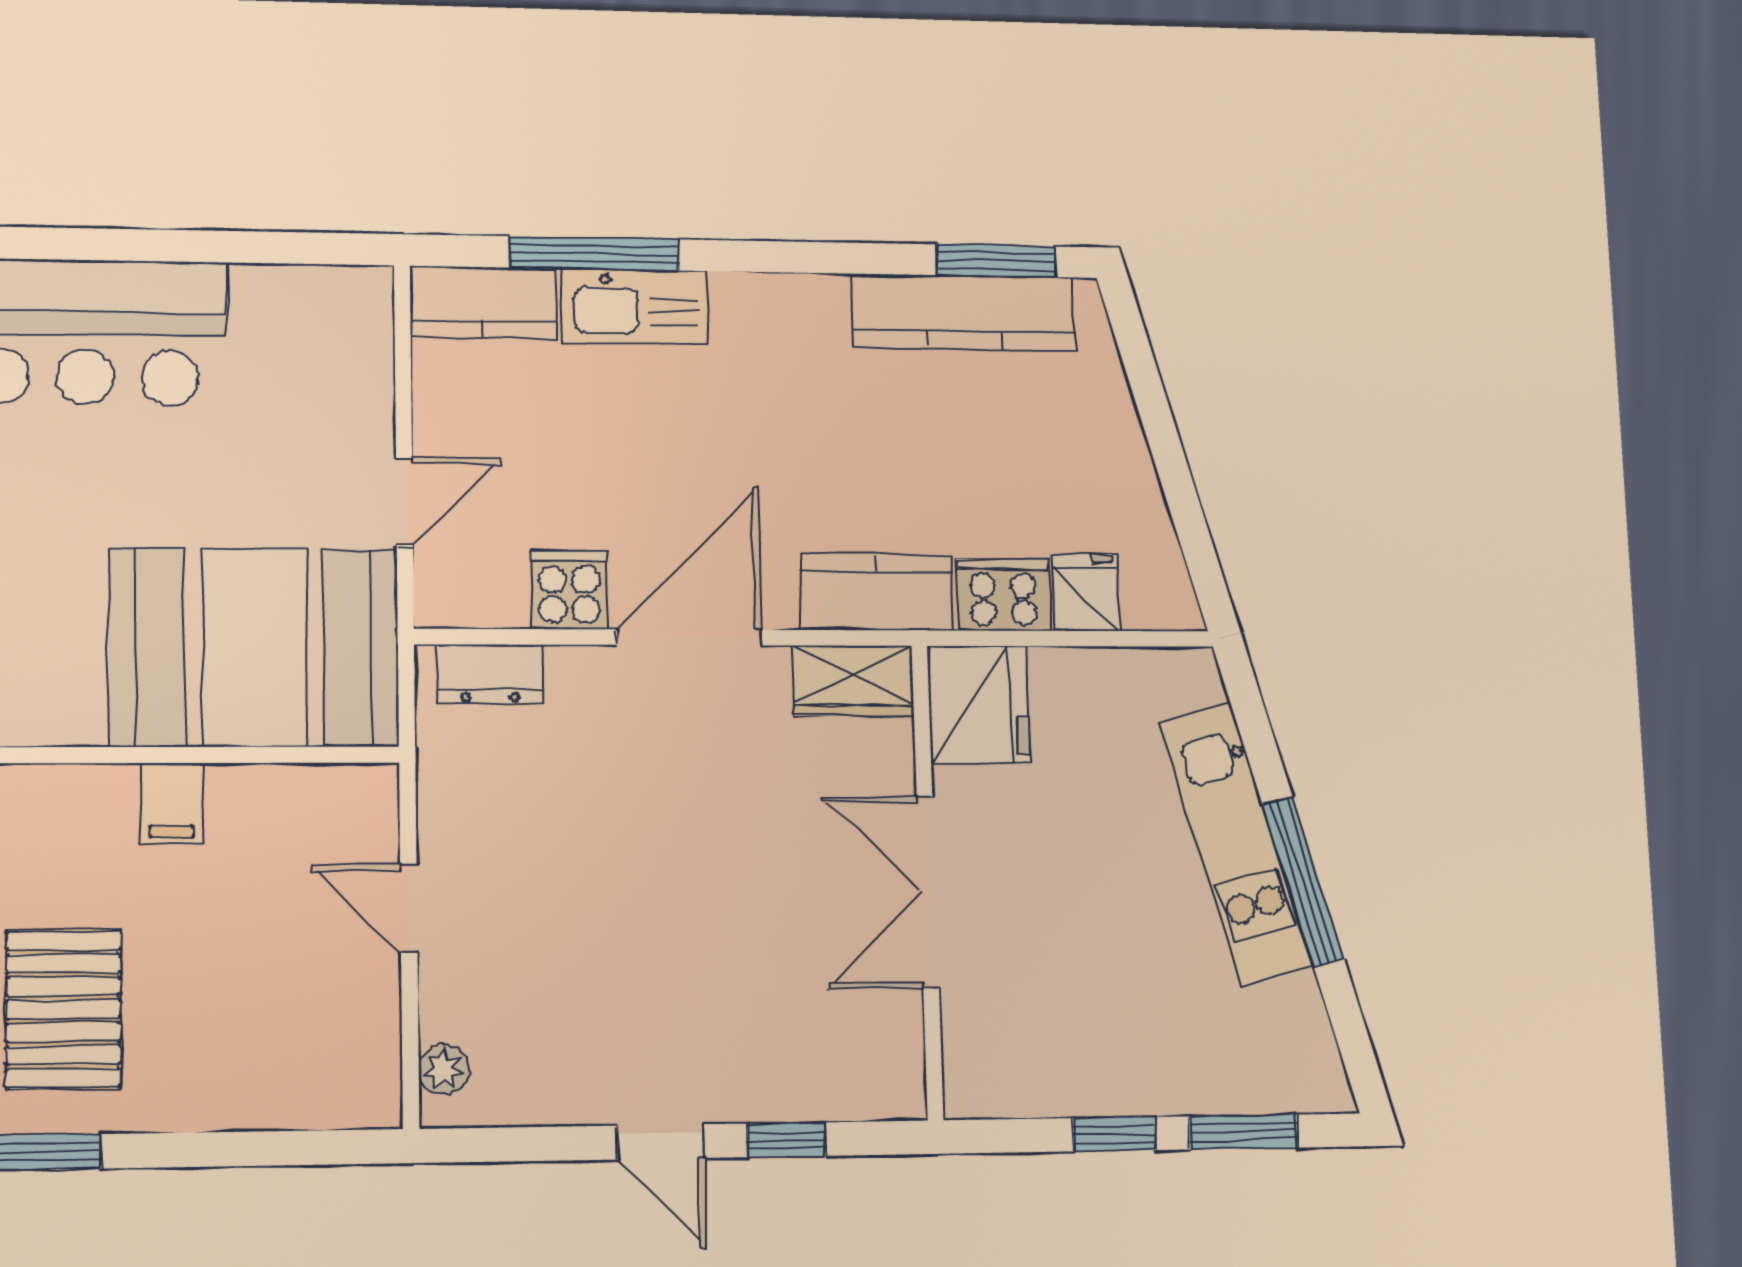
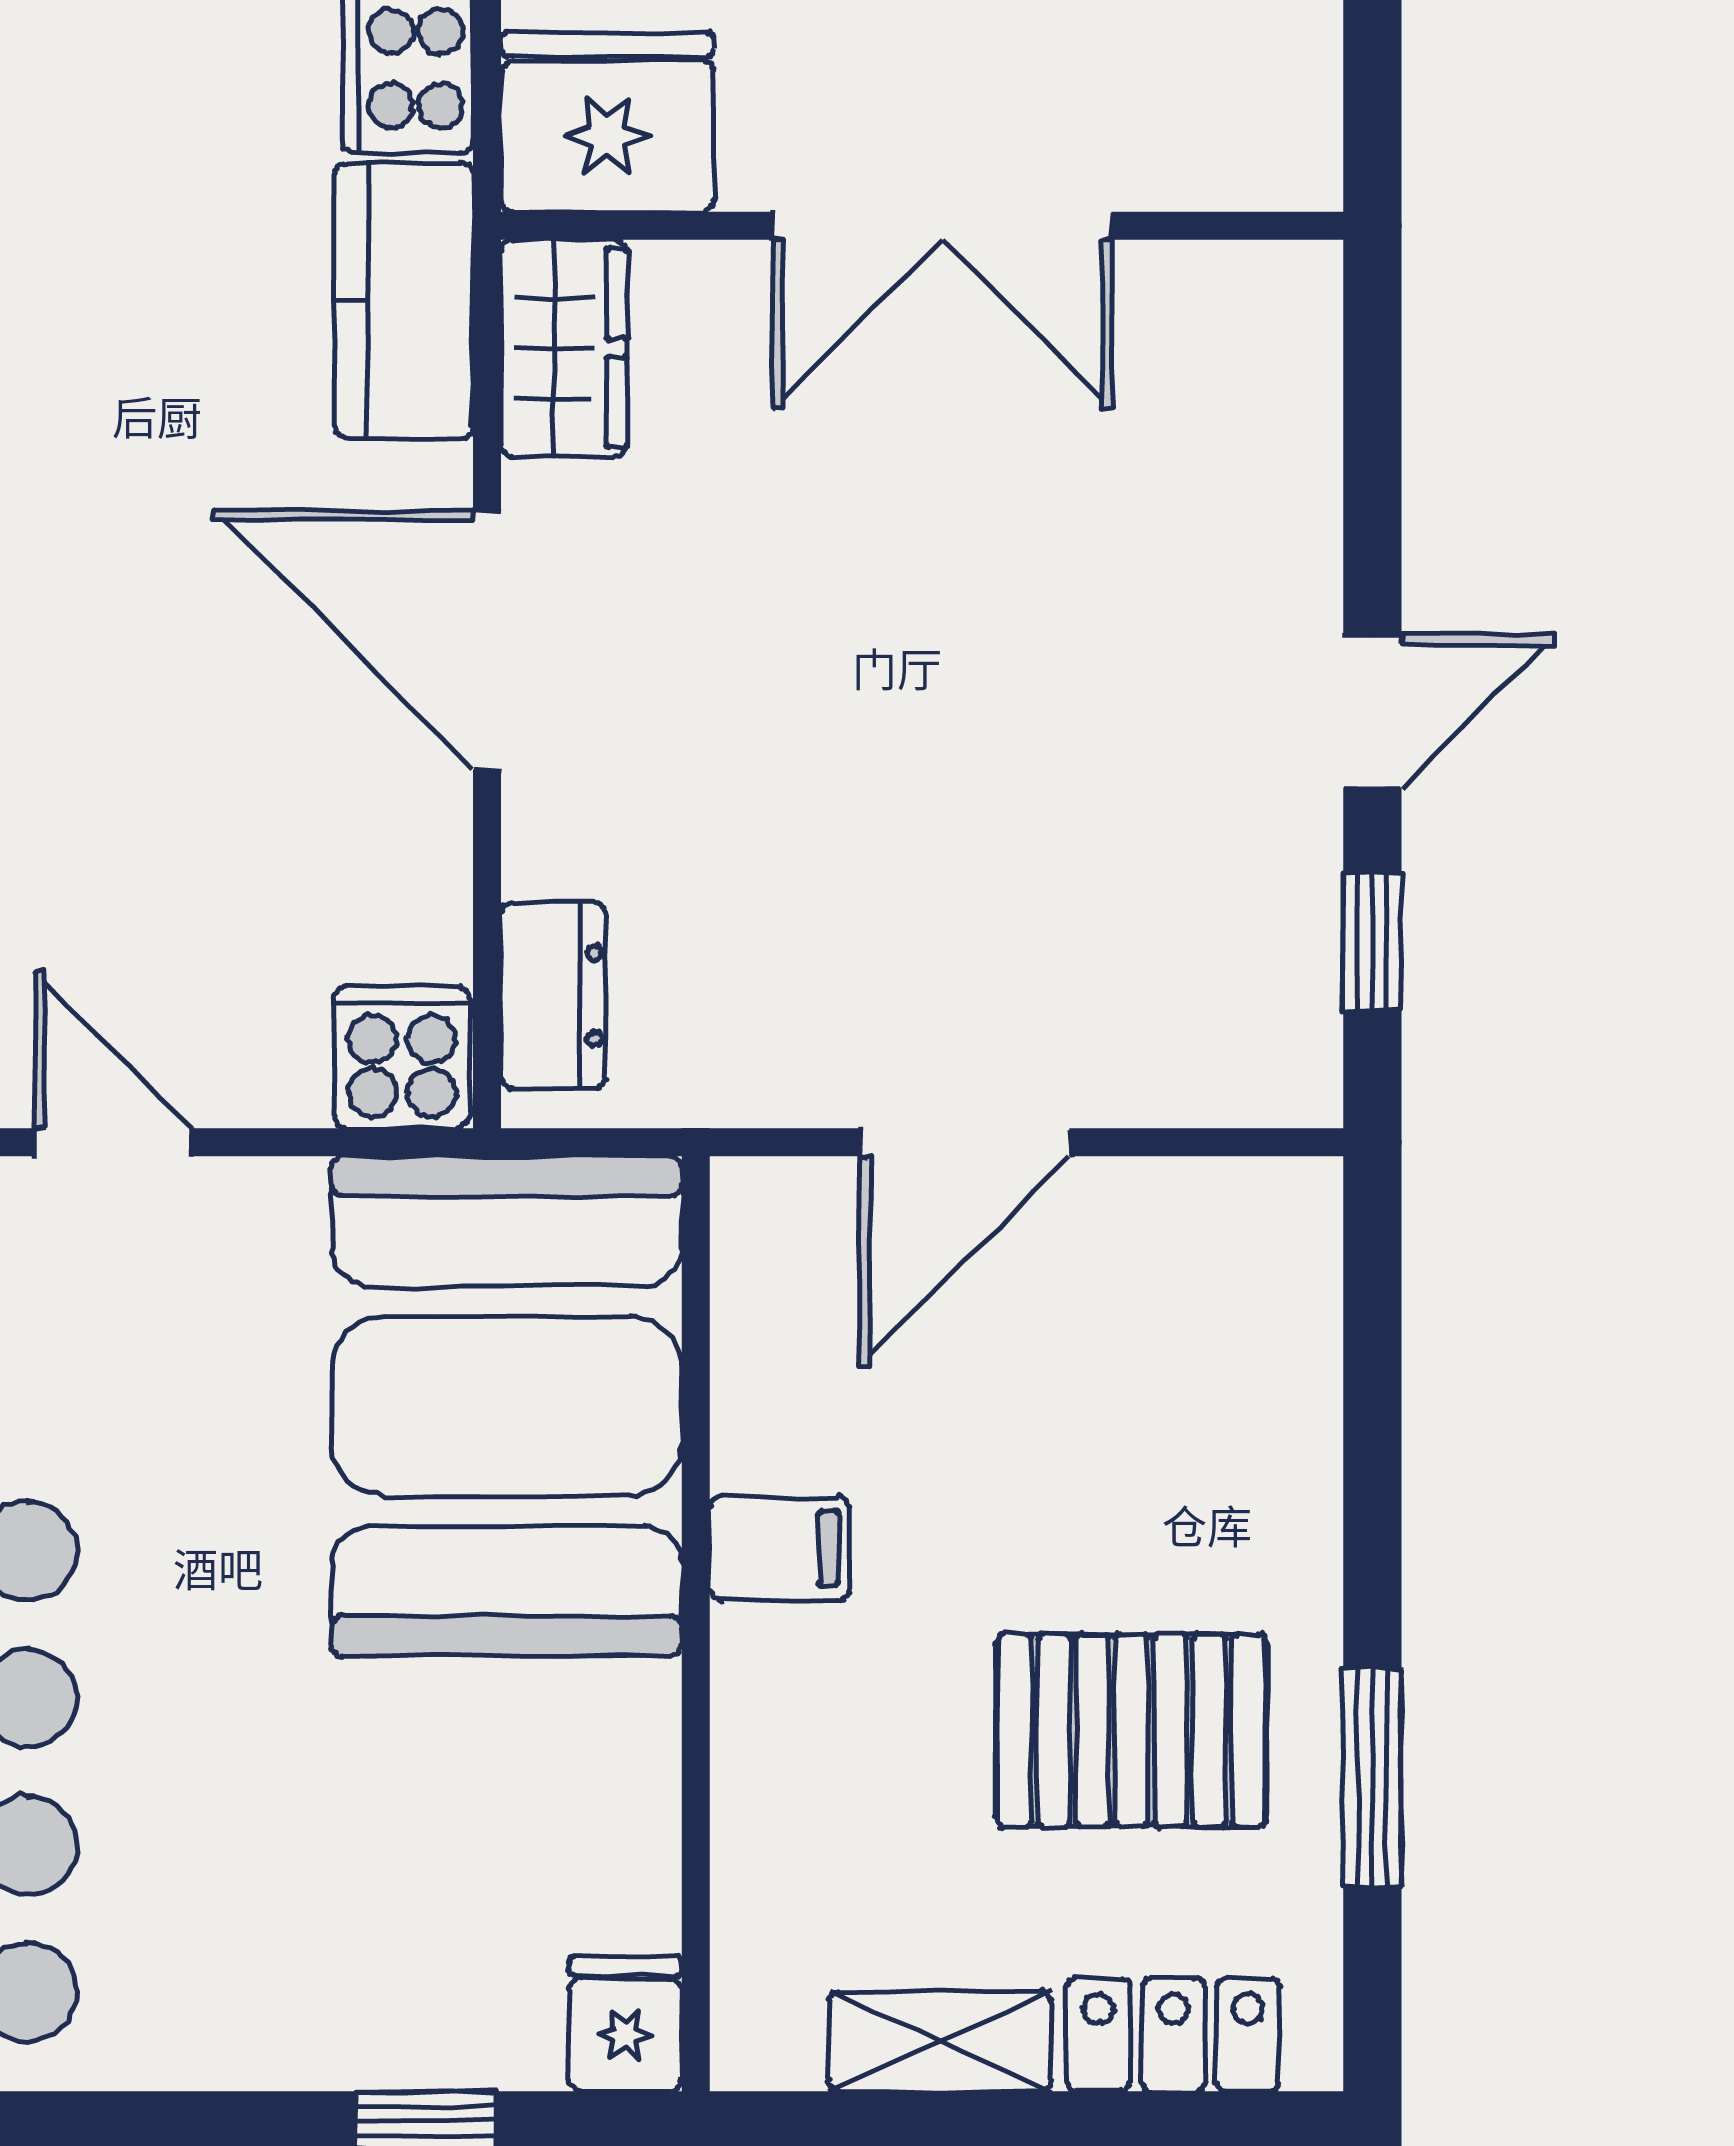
door: (404, 501) -> (113, 1142), moved
cooker: (569, 590) -> (402, 1057), moved, turned 90
door: (409, 908) -> (964, 1142), width x1.38
plant: (444, 1070) -> (1243, 1085), removed
window: (786, 1140) -> (1372, 942), moved

